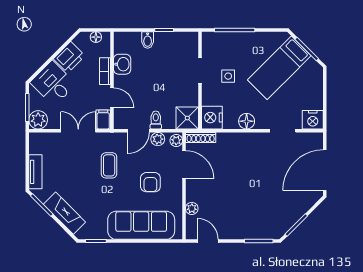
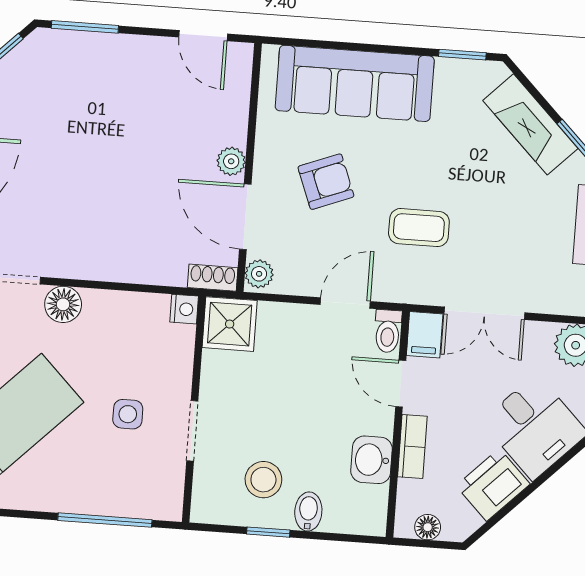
stool: (168, 52) -> (263, 480), added
nightstand: (212, 118) -> (184, 309), width x0.53, depth x0.56
toilet: (156, 120) -> (388, 331), moved
floor lamp: (247, 121) -> (63, 304), moved
shoe rack: (201, 137) -> (213, 278), width x0.70
plant: (158, 139) -> (302, 280), removed
coffee table: (109, 165) -> (419, 228), turned 90
armchair: (150, 182) -> (326, 182), turned 69
plant: (192, 208) -> (231, 161), moved

